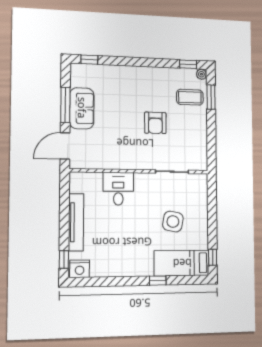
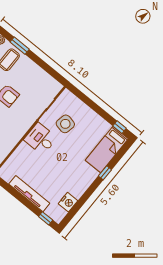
desk: (118, 189) -> (40, 139), moved
side table: (173, 222) -> (65, 124), moved
nightstand: (80, 269) -> (68, 202), moved

